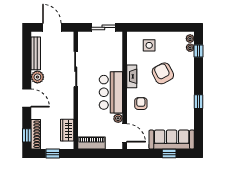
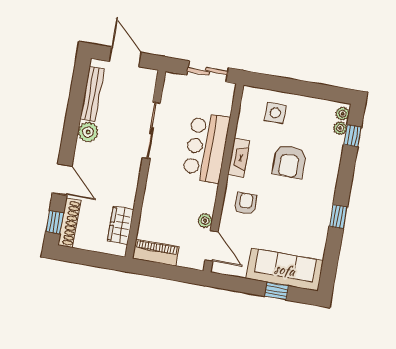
armchair: (163, 73) -> (289, 161), turned -153
bar counter: (111, 92) -> (206, 147), moved
door: (27, 98) -> (62, 179), moved
window: (53, 153) -> (91, 258), removed

